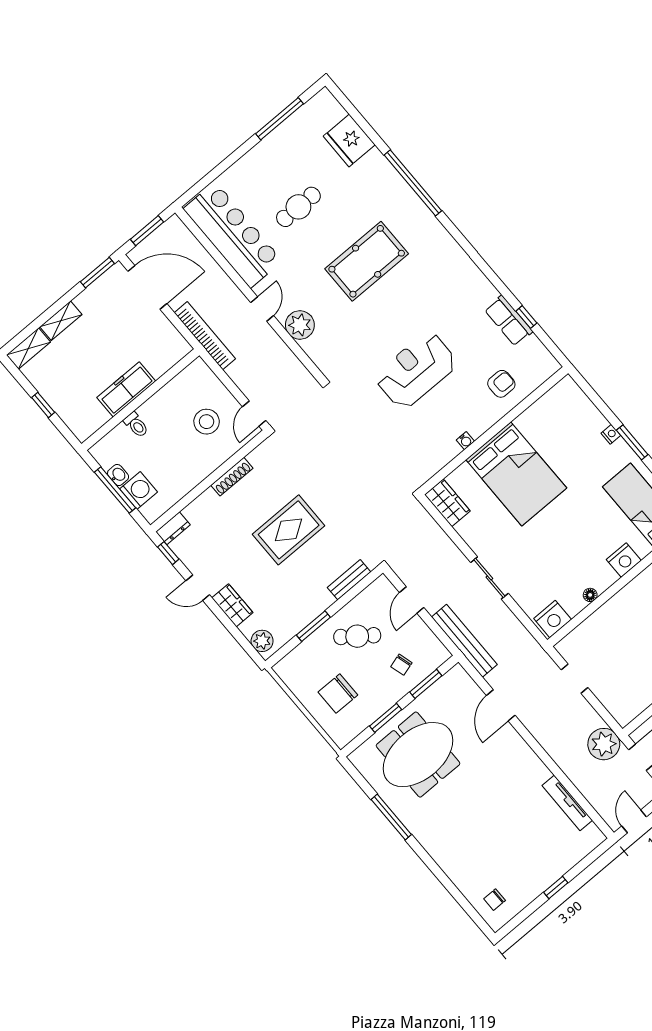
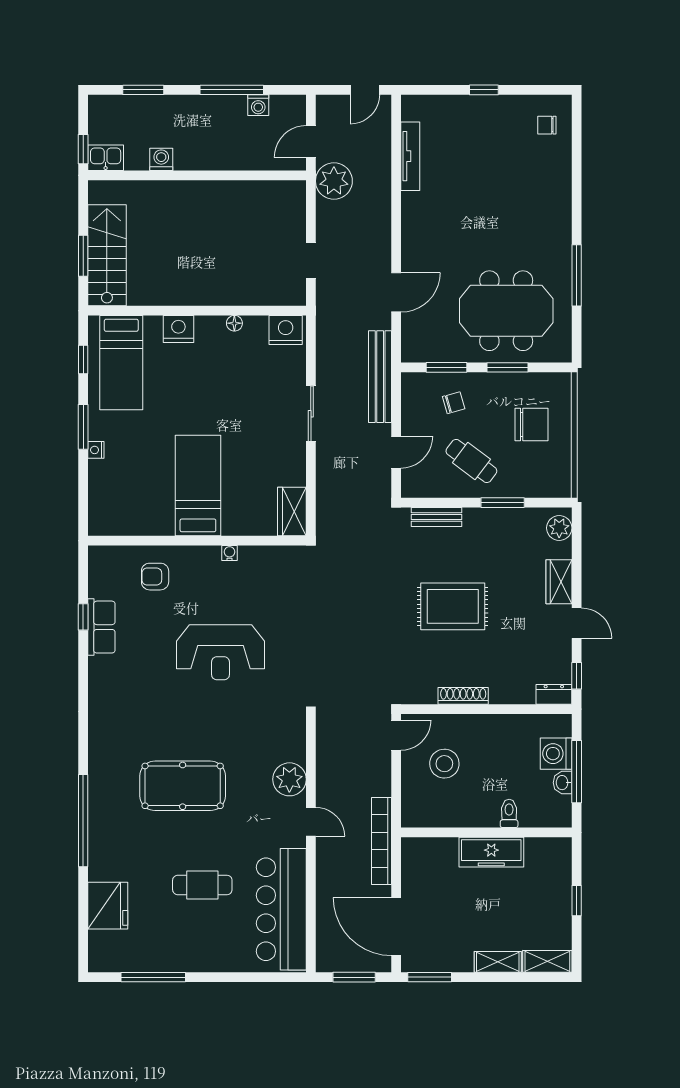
door: (262, 309) -> (311, 822), swing flipped
bed: (516, 474) -> (198, 486), width x0.67
chair: (495, 900) -> (547, 125), turned 180

